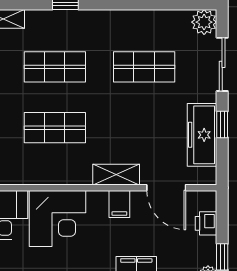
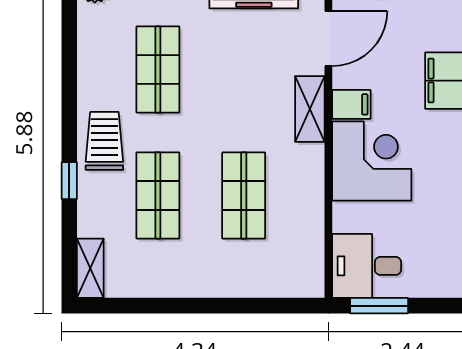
trolley: (93, 29) -> (104, 141), added
corner desk: (57, 218) -> (372, 161), moved

